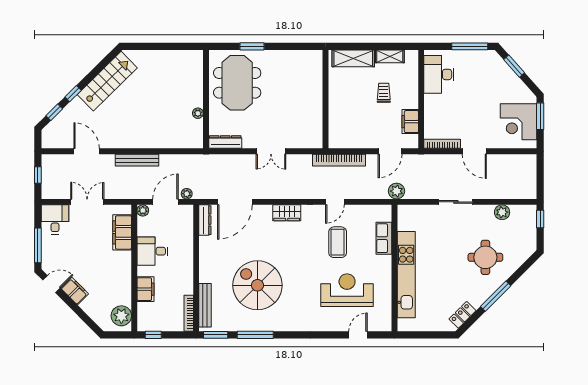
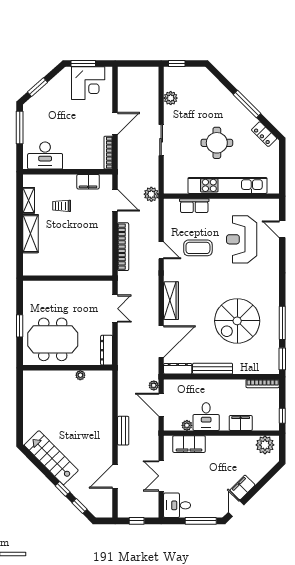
wall: (326, 99) -> (68, 278), moved
bench: (137, 160) -> (123, 431), width x0.73
door: (235, 202) -> (161, 342), hinge flipped
plant: (143, 210) -> (187, 425), moved
wardrobe: (287, 213) -> (171, 301), width x1.50
round table: (485, 257) -> (217, 143), moved
bench: (205, 305) -> (213, 369), moved

